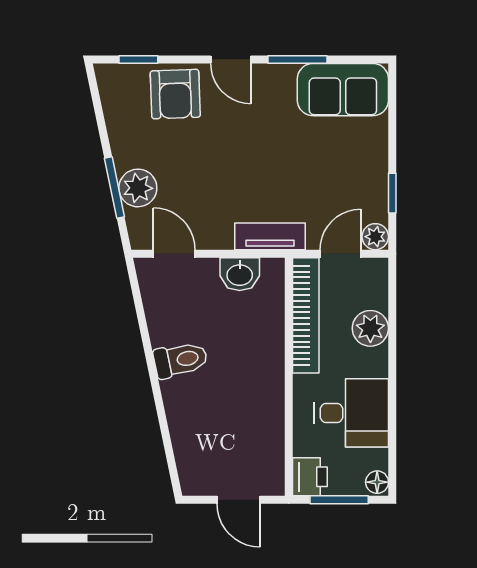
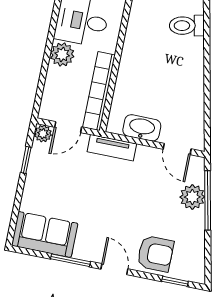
armchair: (175, 94) -> (155, 254), turned 92
window: (114, 187) -> (208, 200), width x1.44
washbasin: (240, 274) -> (142, 128), width x1.38
plant: (370, 328) -> (62, 54), moved
toilet: (180, 360) -> (187, 26), moved

